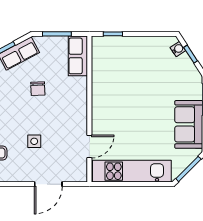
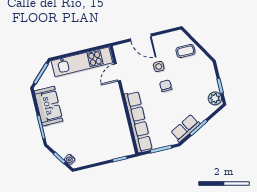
row of seats: (78, 56) -> (138, 122), width x2.02
chair: (38, 89) -> (166, 86), moved
door: (48, 184) -> (141, 38), swing flipped

